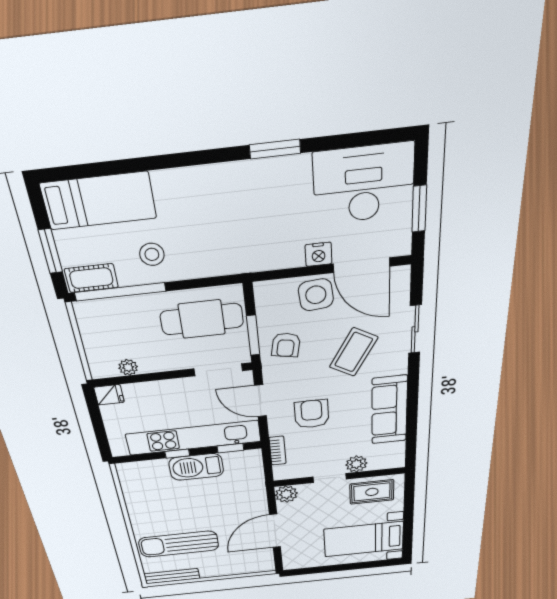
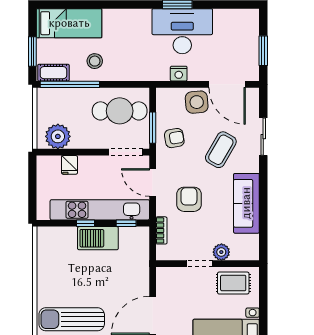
desk: (364, 184) -> (182, 31), moved
nightstand: (318, 254) -> (179, 74), moved
armchair: (286, 345) -> (174, 138), turned -111
plant: (128, 367) -> (58, 136), width x1.88, depth x1.88
fridge: (109, 395) -> (70, 165), moved, turned 90
plant: (286, 494) -> (165, 276), removed

